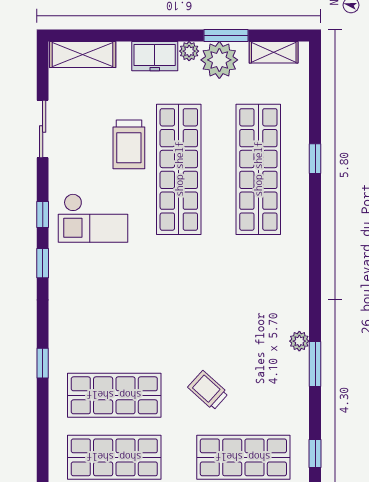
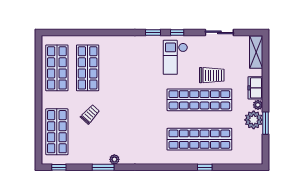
shelving: (274, 52) -> (257, 147), removed
trolley: (129, 144) -> (212, 75), turned 180
window: (43, 363) -> (103, 32), removed

